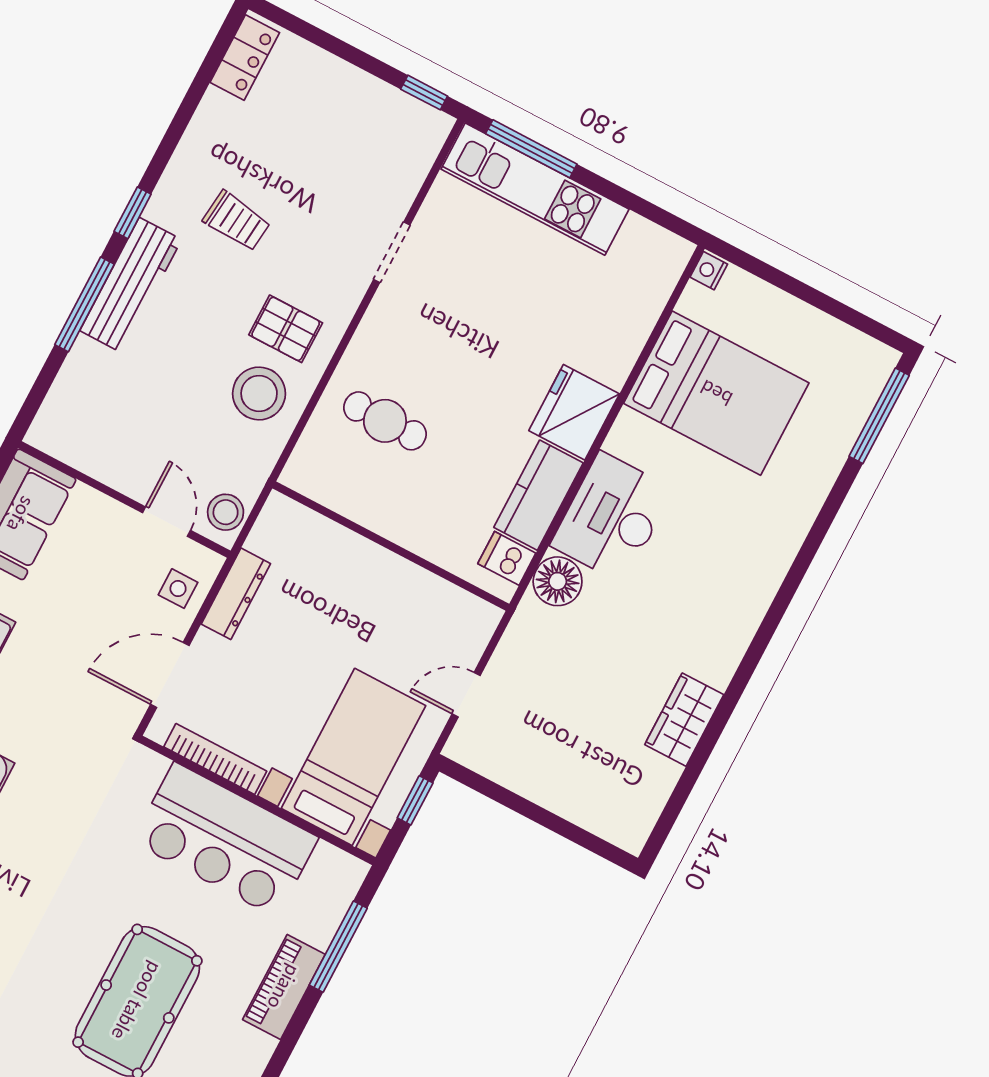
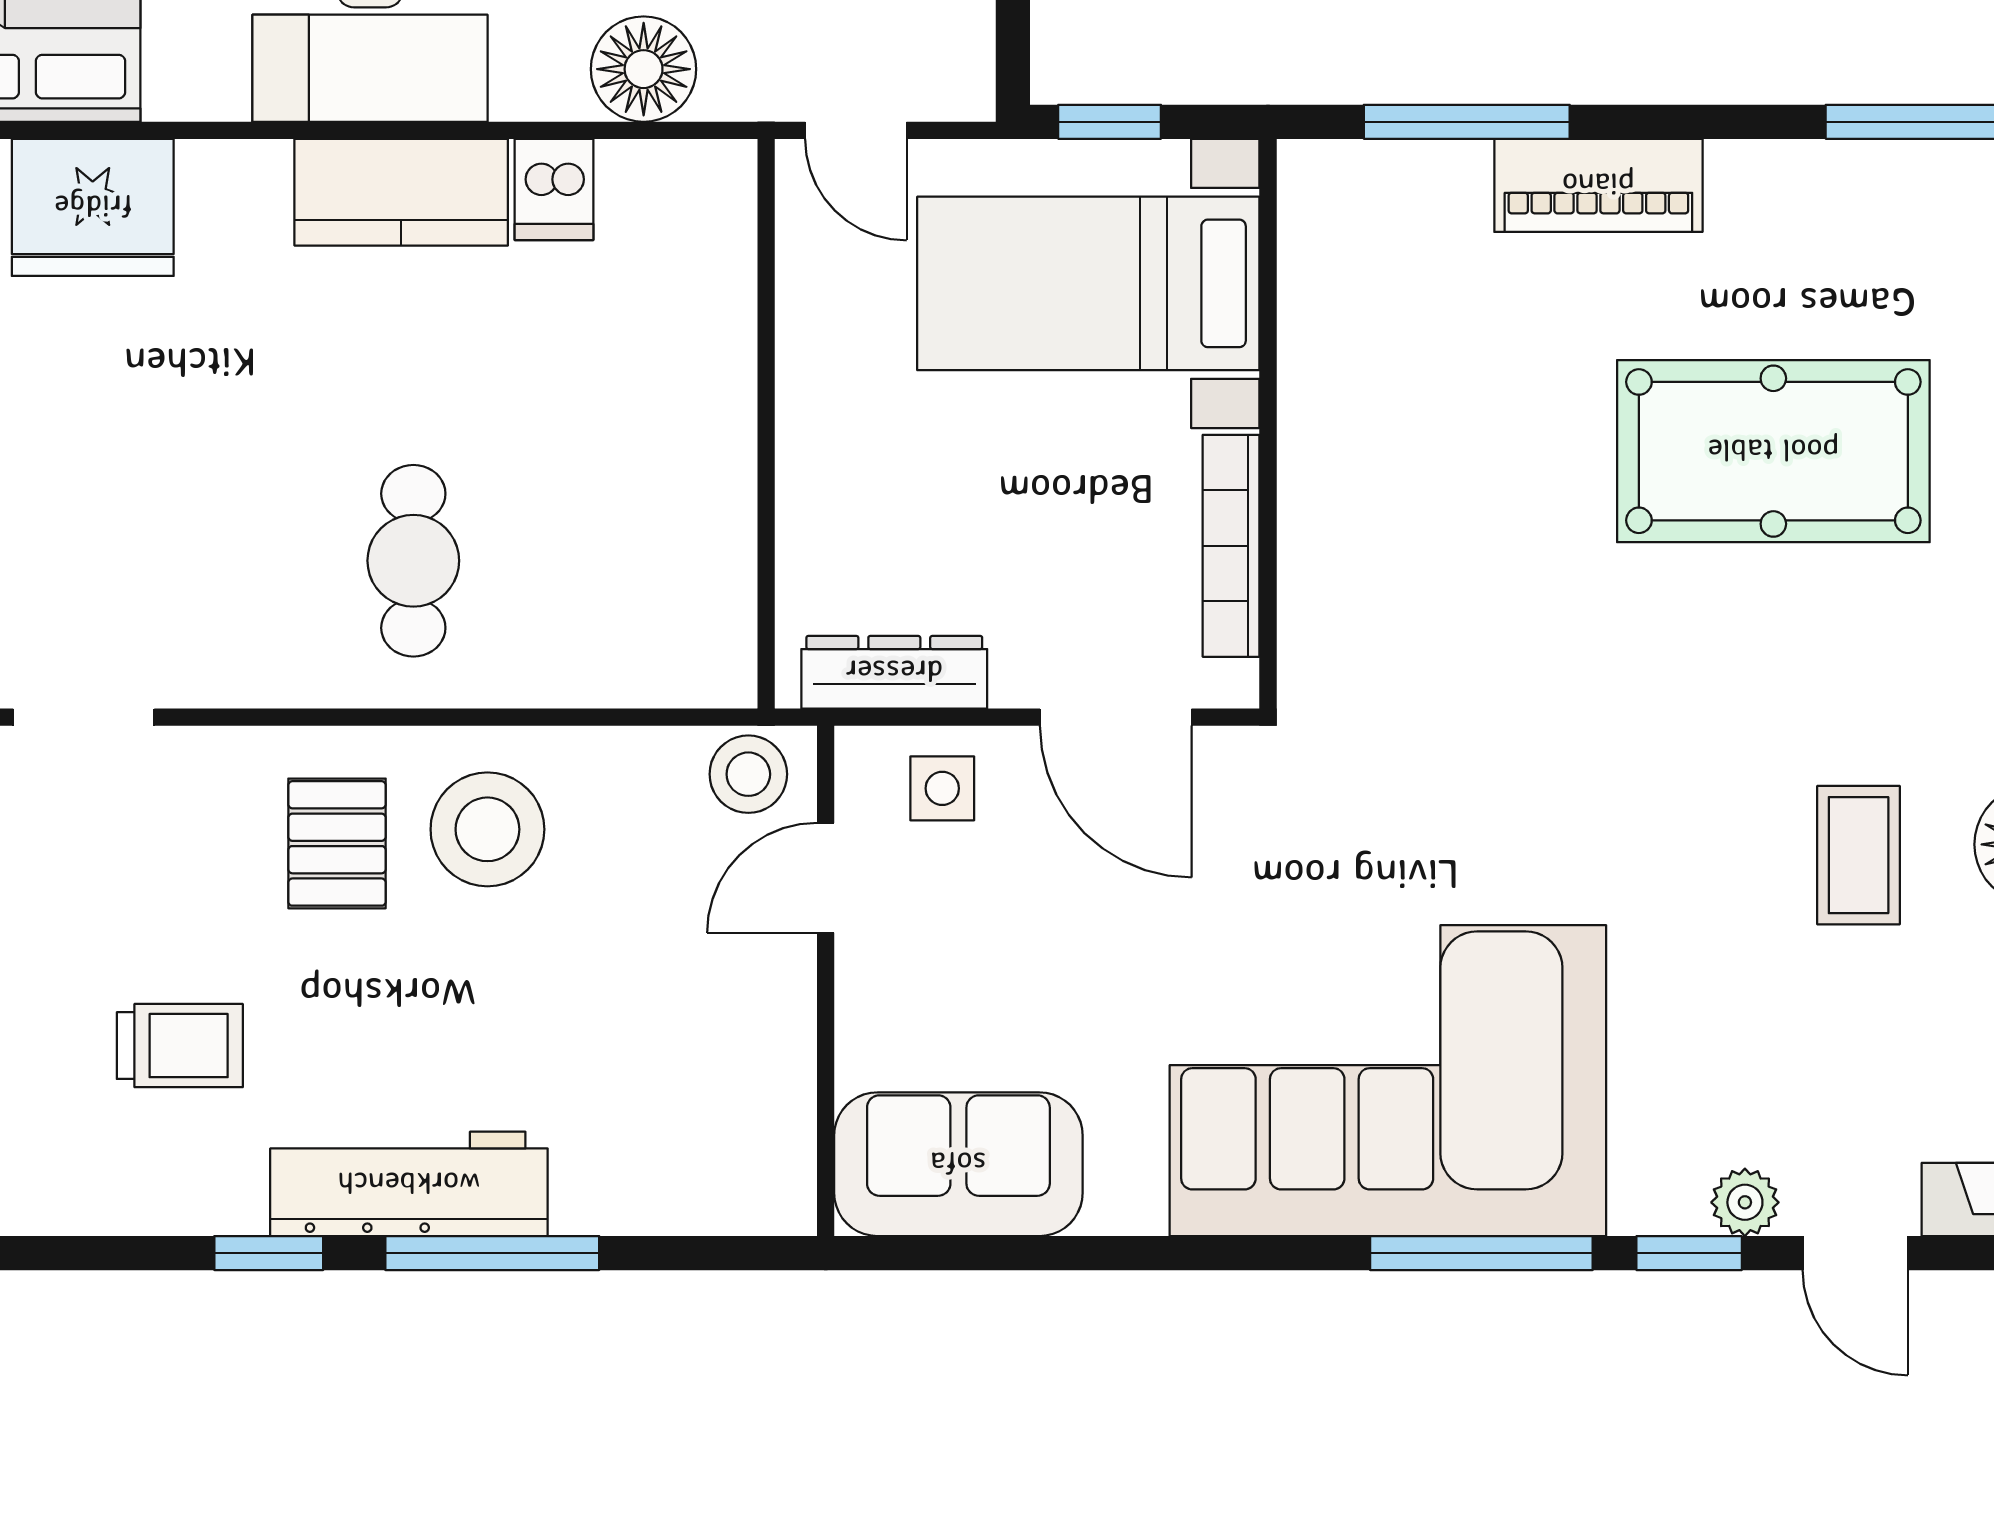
trolley: (237, 221) -> (180, 1046), turned 84
fridge: (574, 412) -> (93, 207), moved
wall: (391, 546) -> (766, 424), moved
floor lamp: (558, 581) -> (644, 69), moved
bar counter: (225, 840) -> (1375, 445), removed

